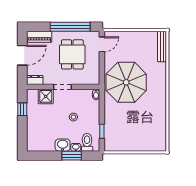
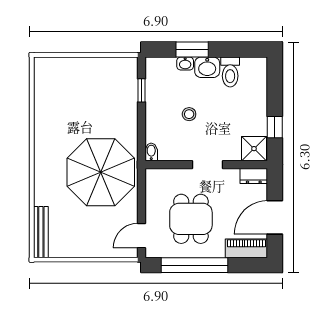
shower: (46, 96) -> (254, 149), moved
toilet: (87, 142) -> (230, 72), moved

